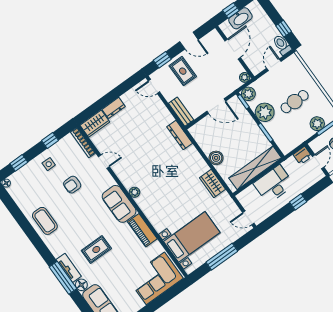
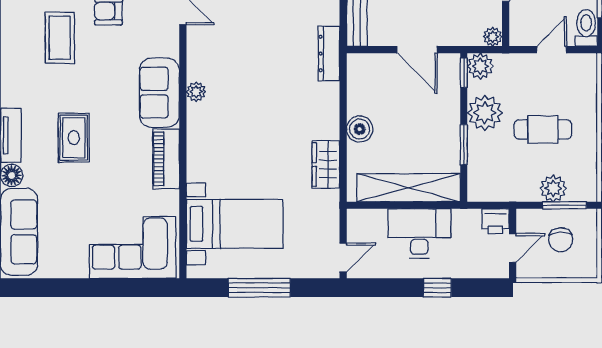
door: (248, 218) -> (343, 257), swing flipped
coffee table: (45, 221) -> (60, 38), moved
rug: (96, 249) -> (74, 138), turned 90

